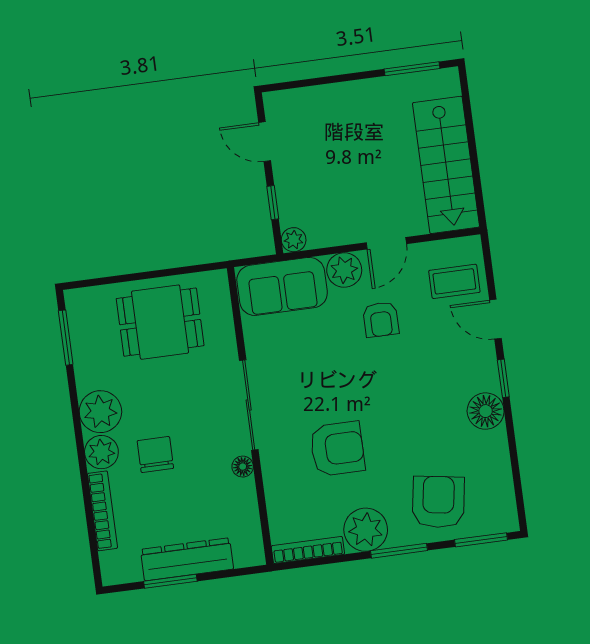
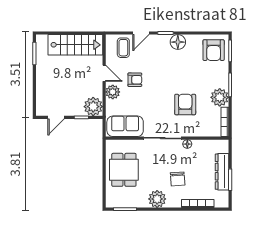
plant: (294, 240) -> (93, 107), width x1.87, depth x1.87
sofa: (282, 286) -> (125, 126), moved, turned -90
plant: (101, 452) -> (174, 201), removed
chair: (155, 455) -> (178, 179), turned -94
armchair: (438, 502) -> (214, 50), moved, turned -99

